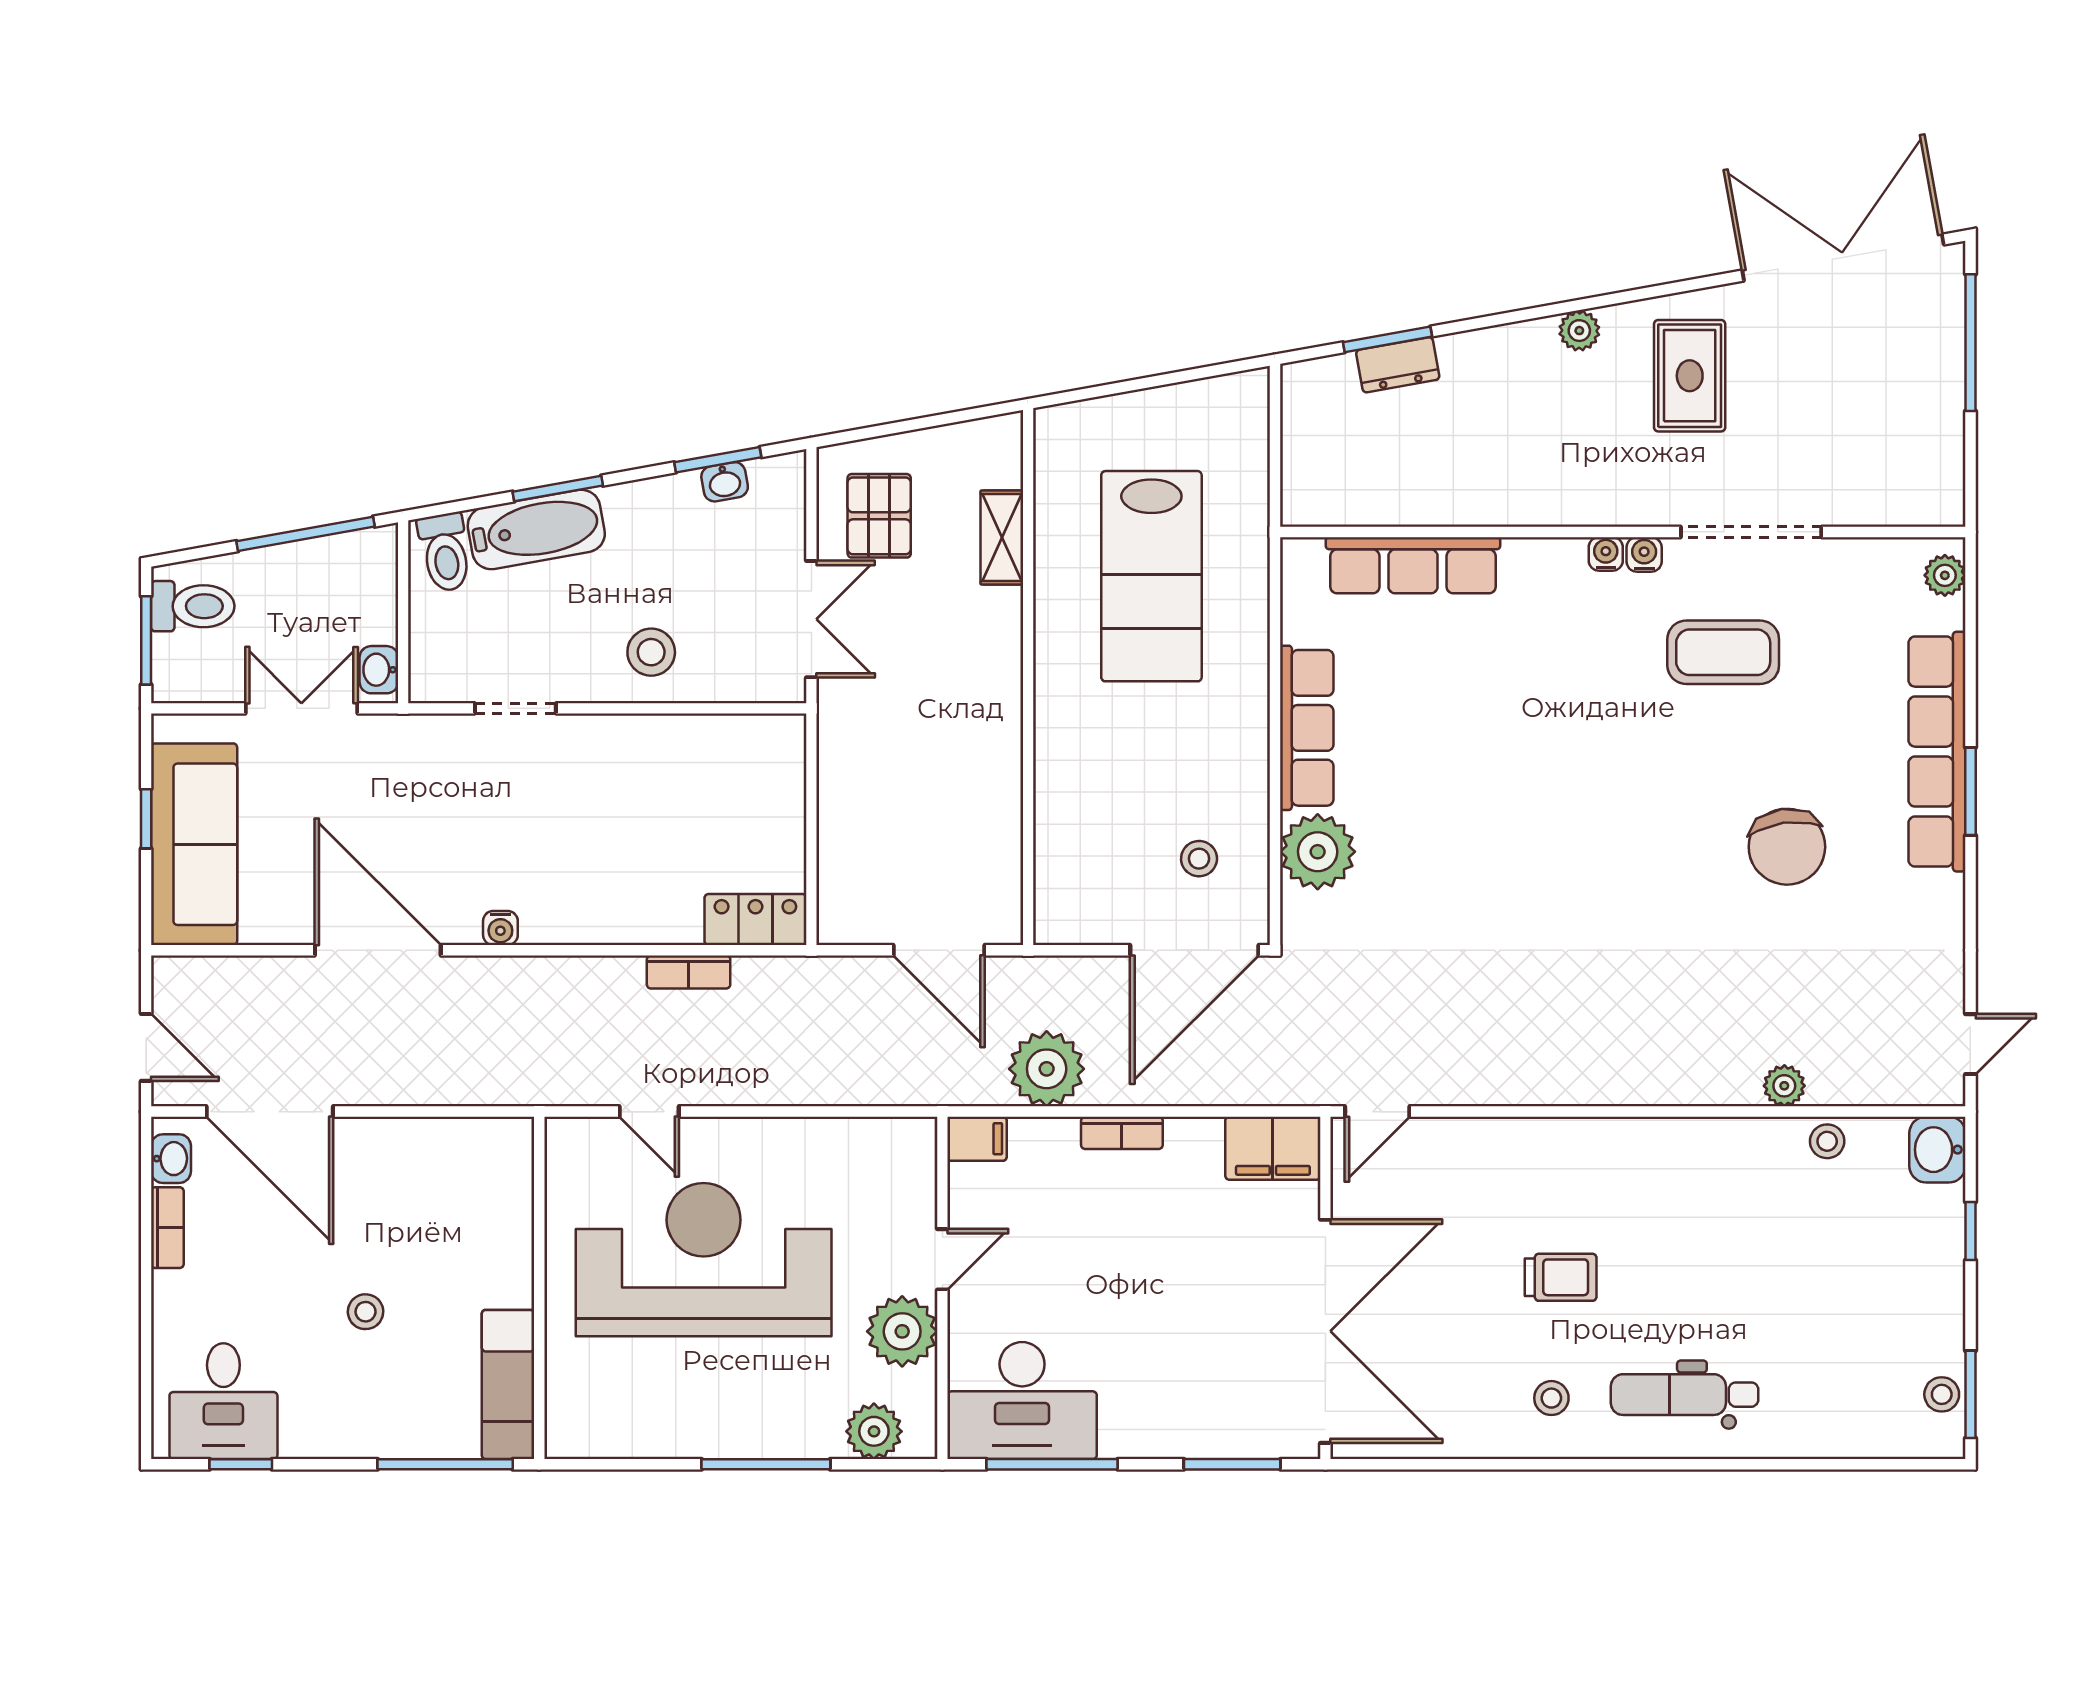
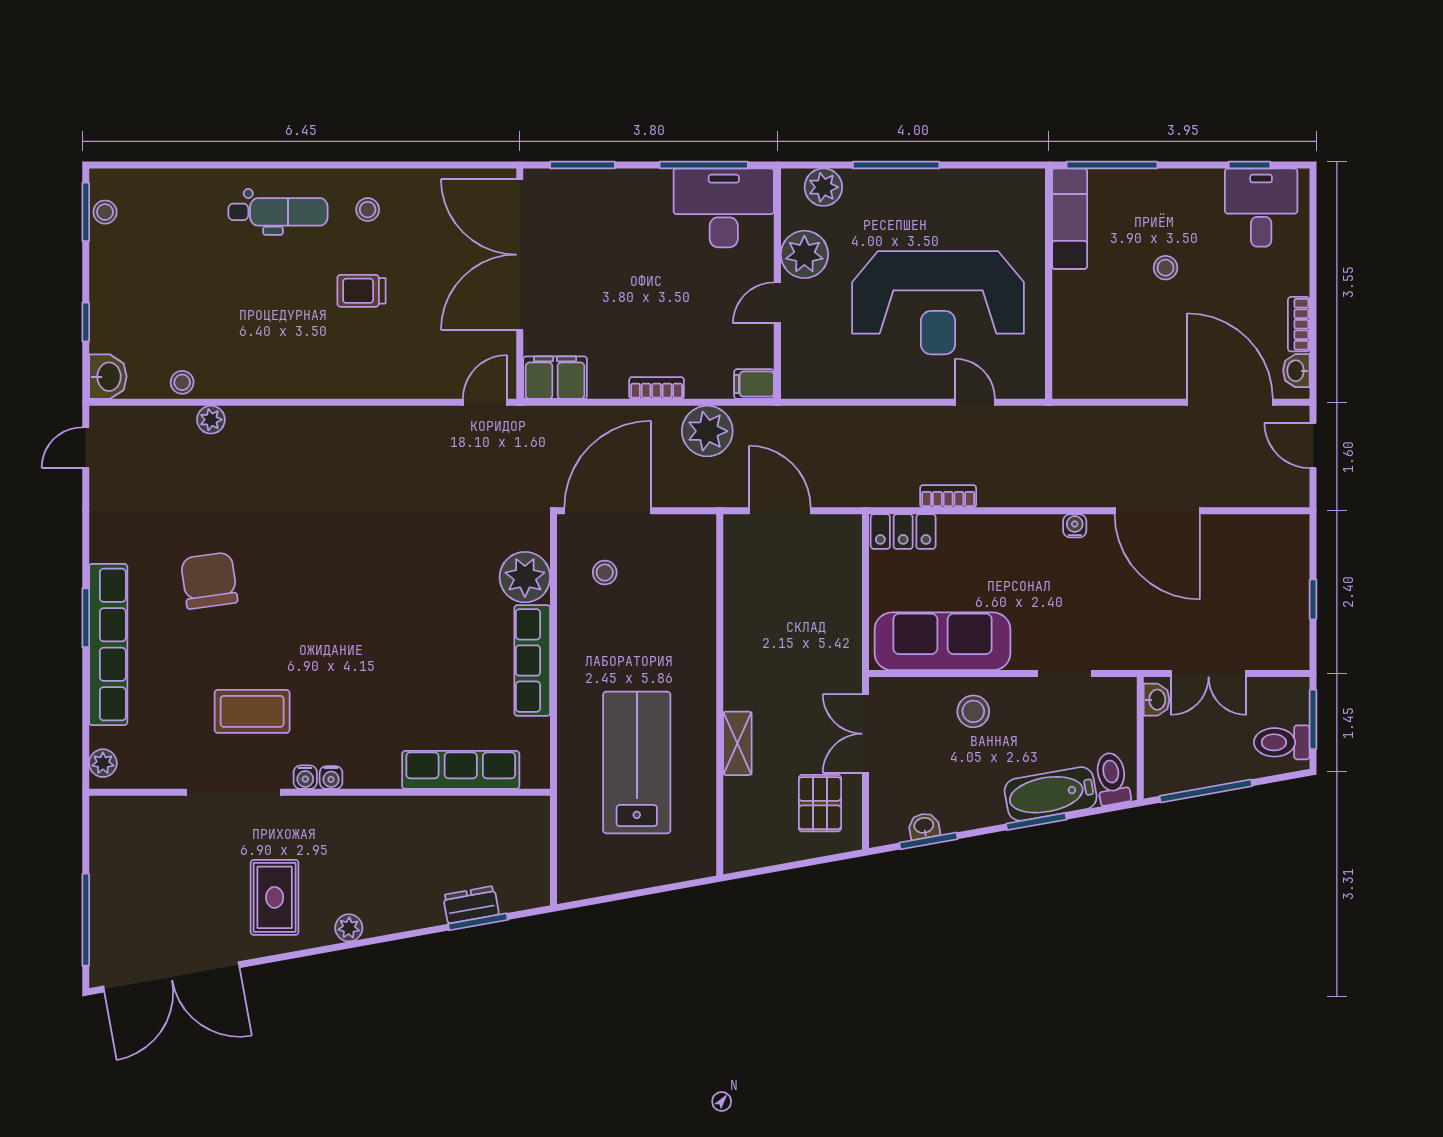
shelving: (1002, 537) -> (737, 743), moved
sofa: (194, 844) -> (943, 641), moved, turned 90

